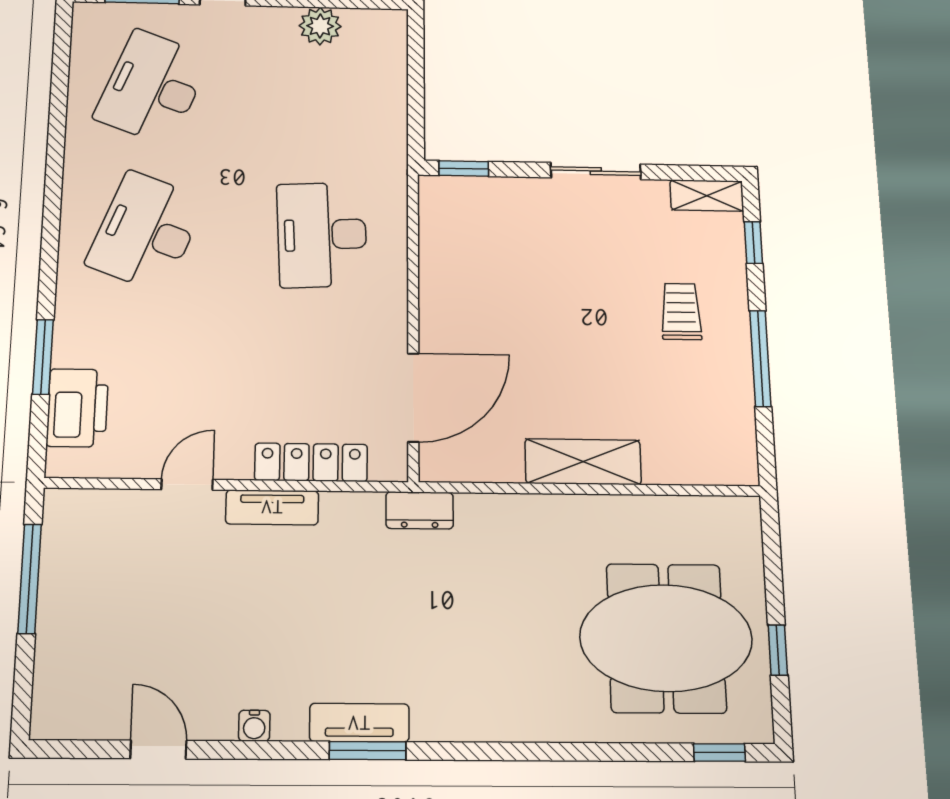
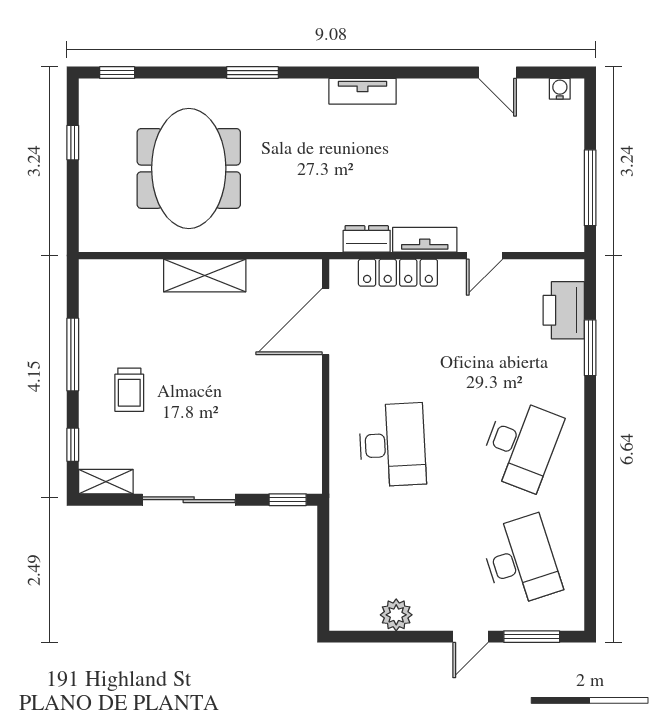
desk: (153, 87) -> (521, 561), turned -39
sliding door: (596, 171) -> (189, 500), width x1.37
dresser: (420, 510) -> (367, 239), moved
meeting table: (666, 638) -> (189, 168), moved, turned 90
water cooler: (254, 726) -> (560, 89), moved
window: (368, 751) -> (252, 73), moved

